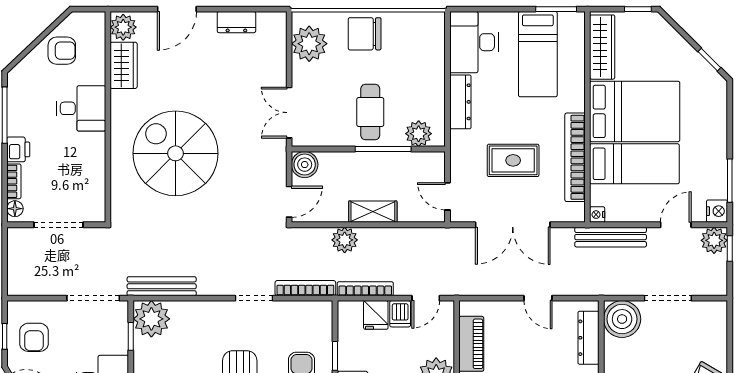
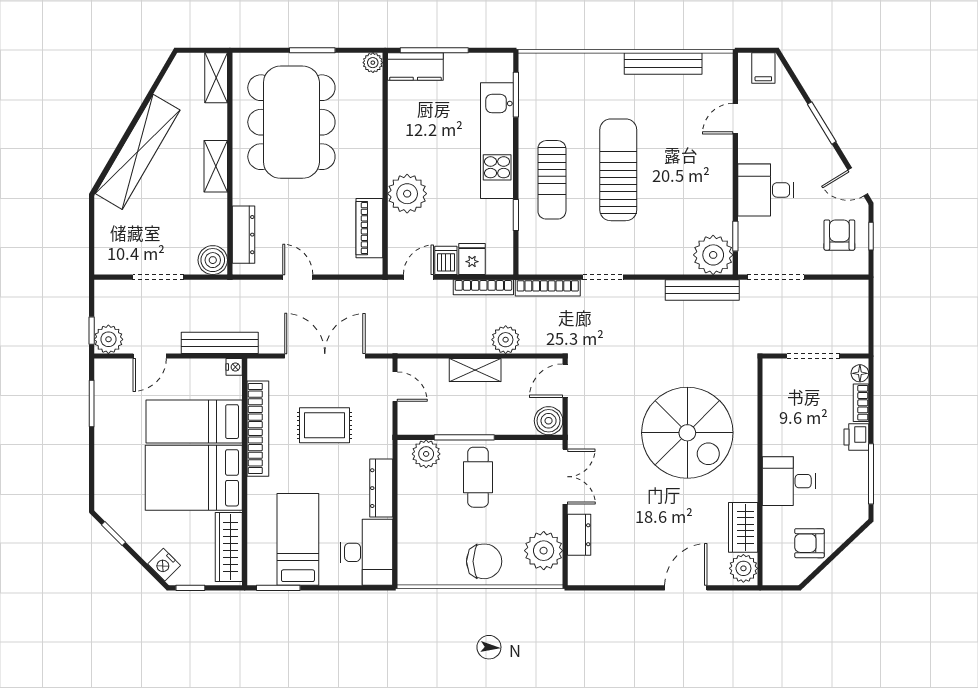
dresser: (236, 22) -> (579, 535), moved, turned 90
nightstand: (717, 211) -> (164, 565), moved, turned -45
boiler: (622, 319) -> (213, 260), width x0.73, depth x0.73

